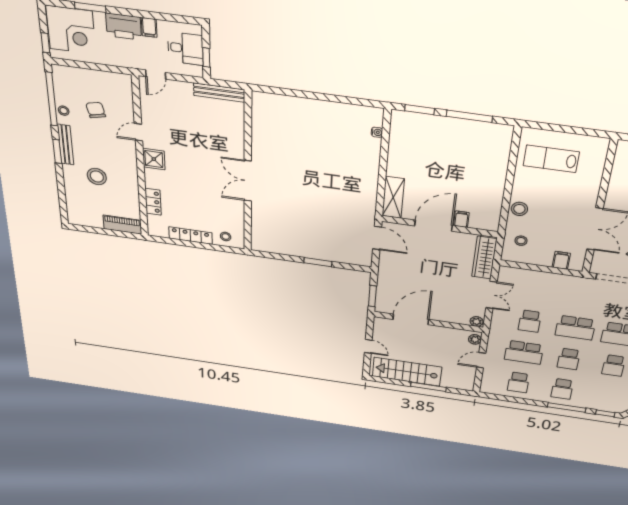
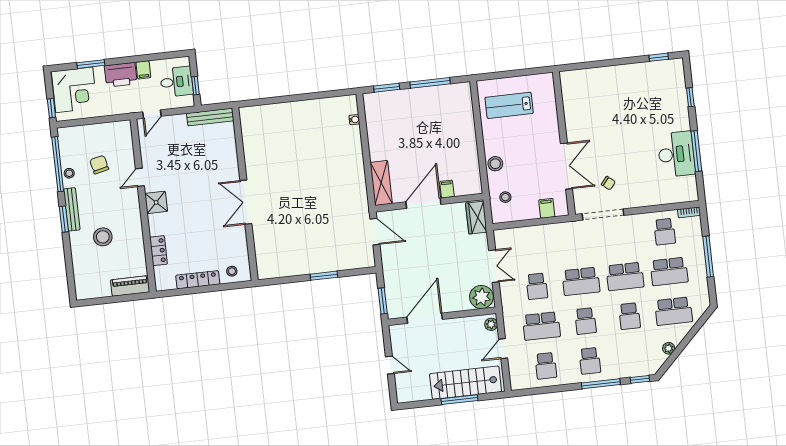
wardrobe: (484, 258) -> (476, 218), width x0.67
plant: (477, 321) -> (481, 297), width x1.88, depth x1.88
stairs: (407, 372) -> (466, 383), moved

